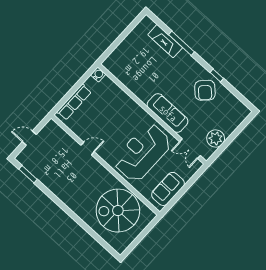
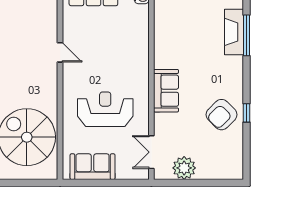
window: (182, 43) -> (246, 35), moved
sofa: (168, 113) -> (166, 91), width x0.73
reception desk: (142, 152) -> (105, 109), width x0.74, depth x0.77

